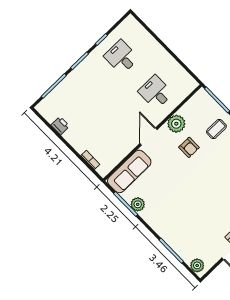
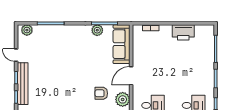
printer: (60, 126) -> (183, 32), width x1.87, depth x1.48
door: (148, 136) -> (131, 76), swing flipped

